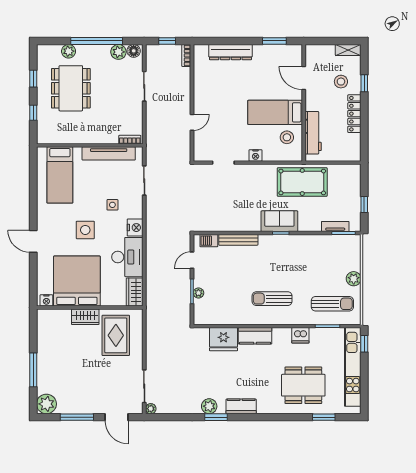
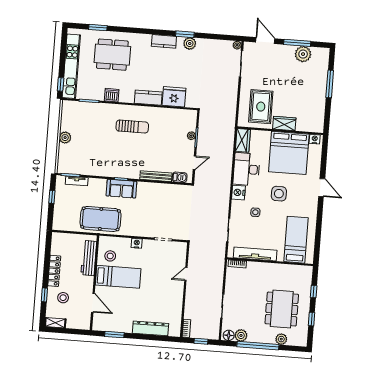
sun lounger: (332, 304) -> (84, 119), removed
plant: (46, 404) -> (303, 54), moved

